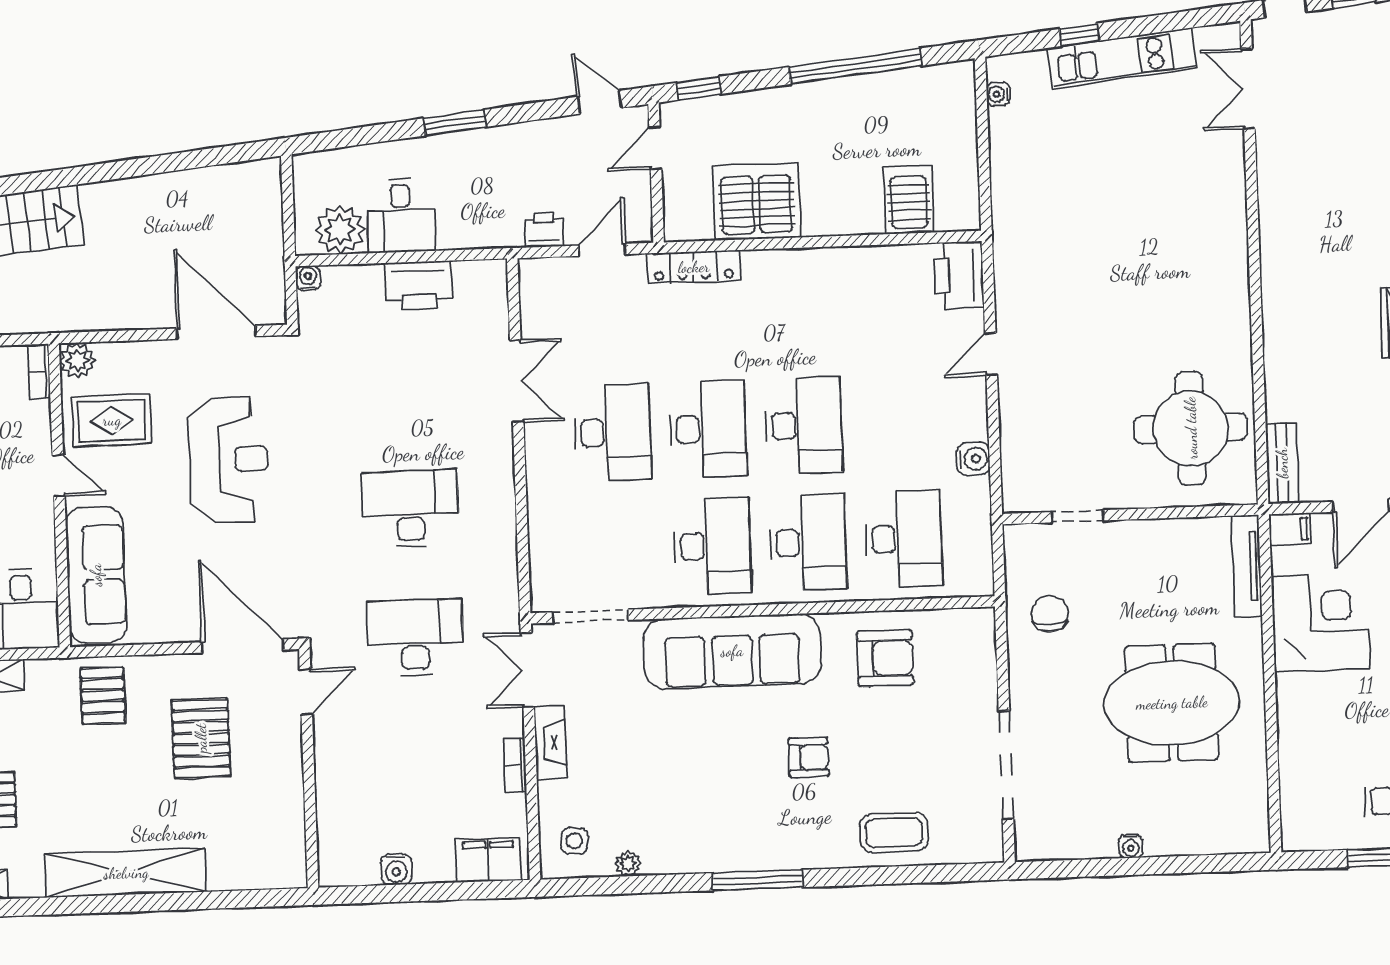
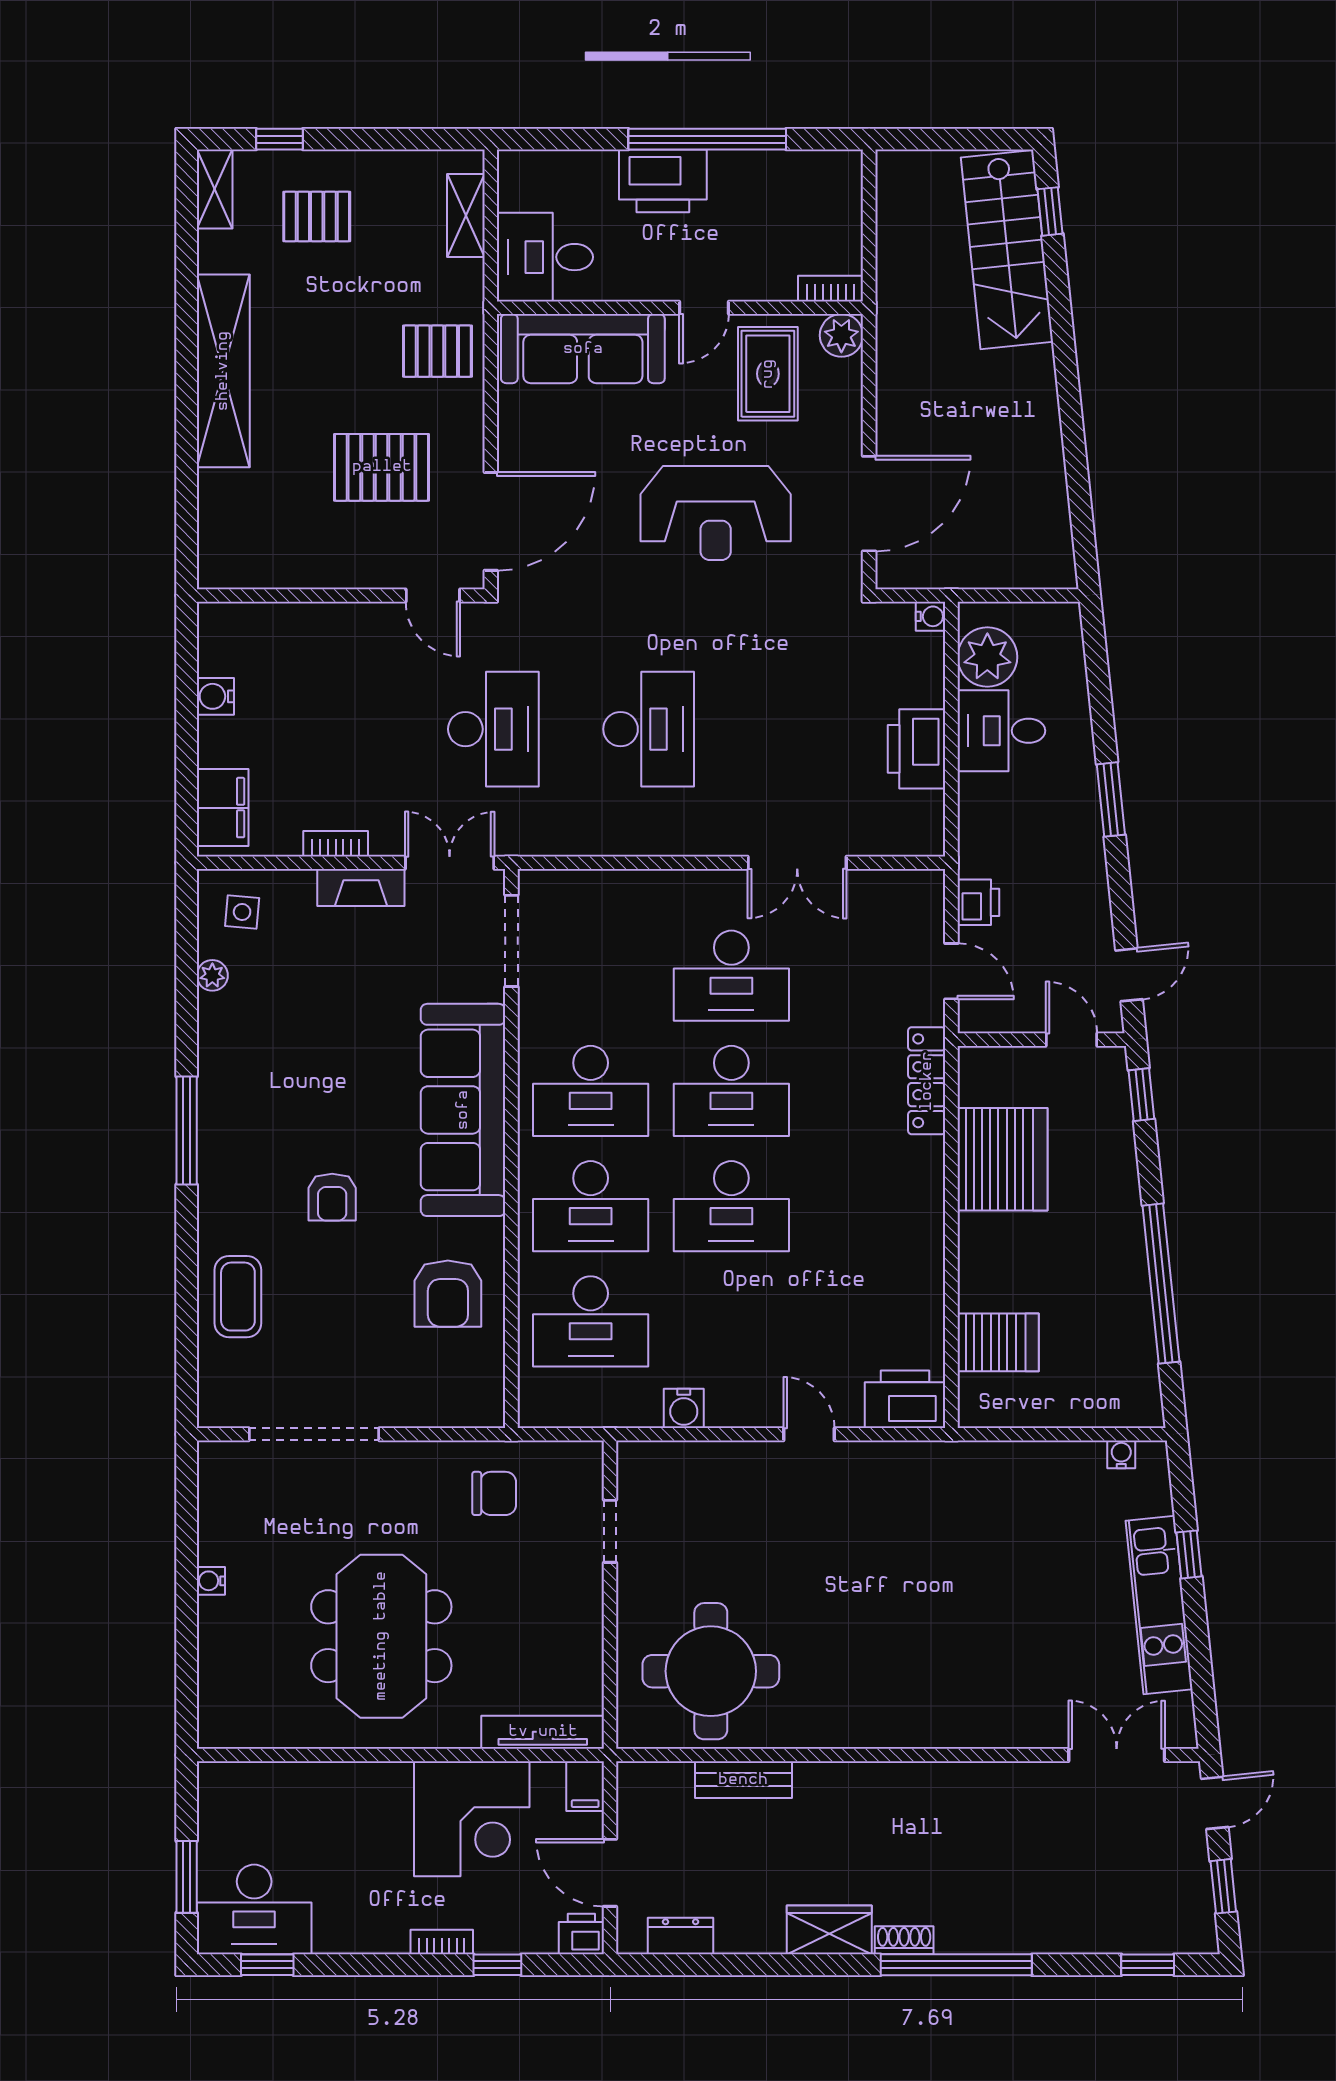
bench: (1282, 463) -> (743, 1780), moved

